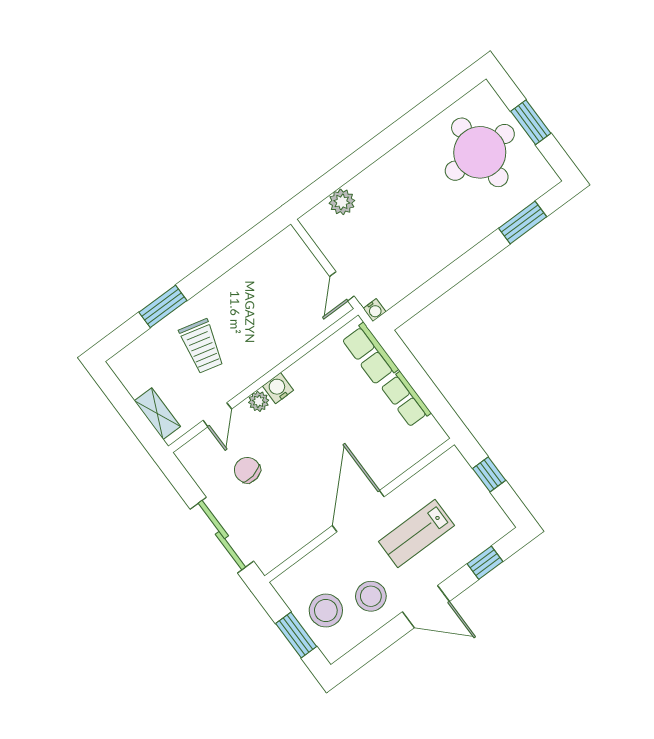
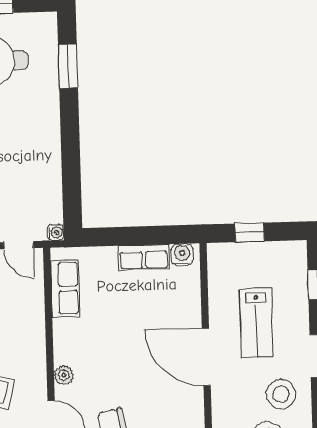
row of seats: (370, 354) -> (65, 288), moved, turned -90
water cooler: (278, 388) -> (182, 255), moved, turned 90

